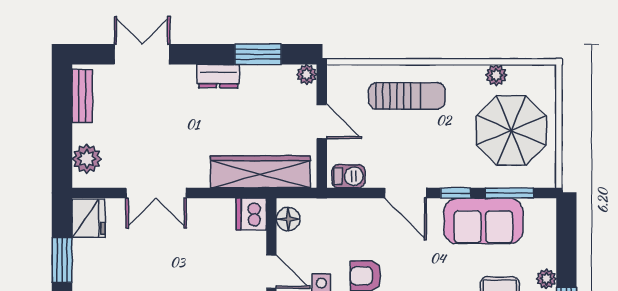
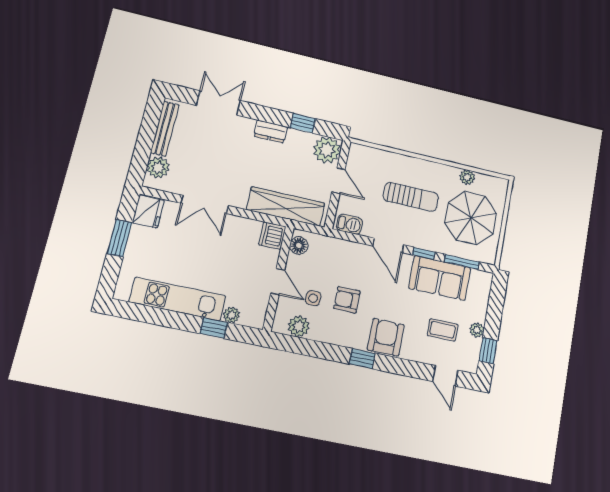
window: (258, 54) -> (303, 123), width x0.67
plant: (307, 74) -> (327, 150), width x1.87, depth x1.87
bench: (82, 96) -> (165, 129), width x1.36
sun lounger: (407, 96) -> (411, 197), moved

